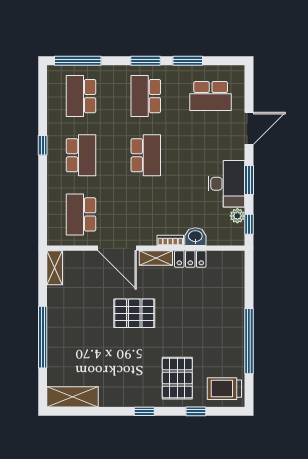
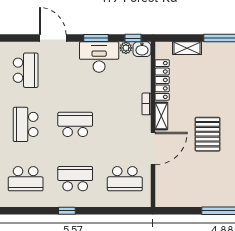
school desk: (146, 96) -> (26, 124), turned 90
washbasin: (195, 237) -> (142, 49), moved, turned -90
locker: (190, 259) -> (162, 80), width x1.53
shelving: (55, 268) -> (187, 48), moved

